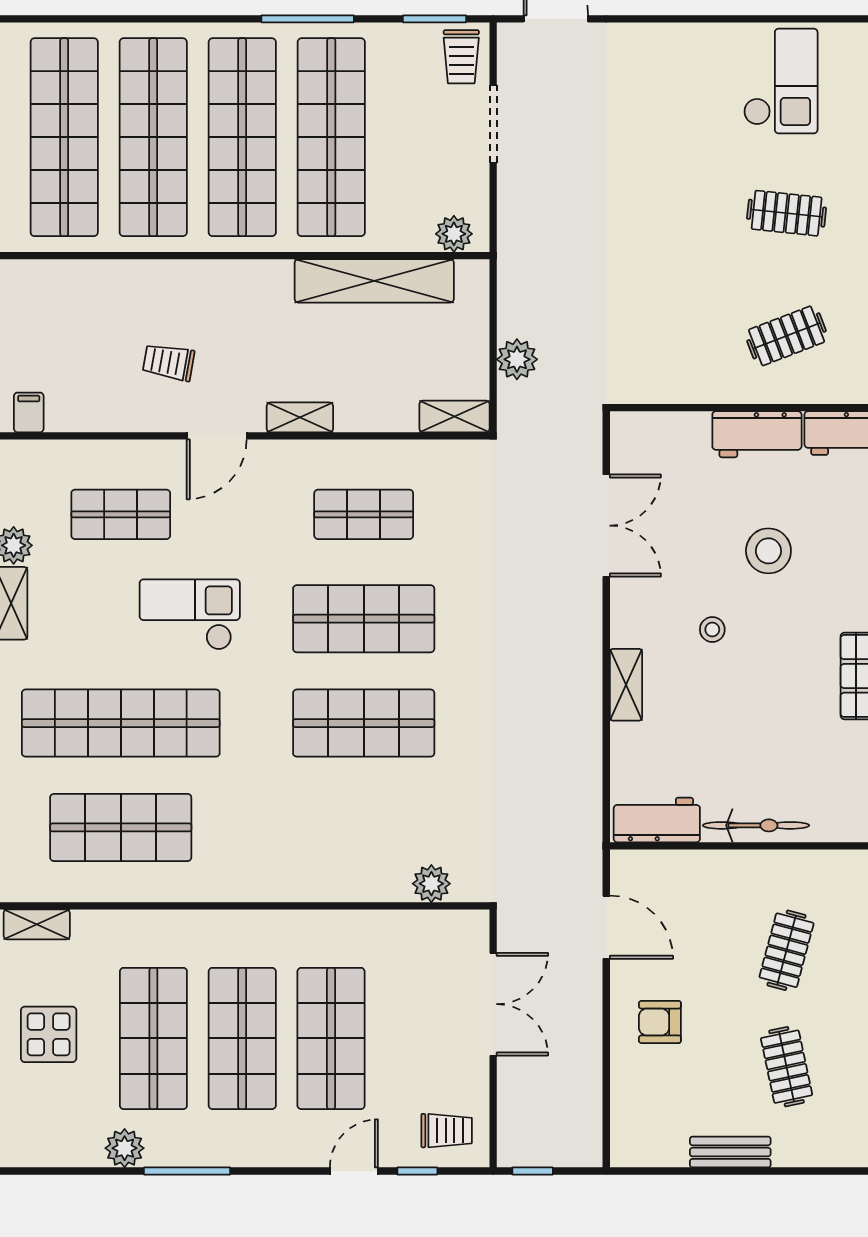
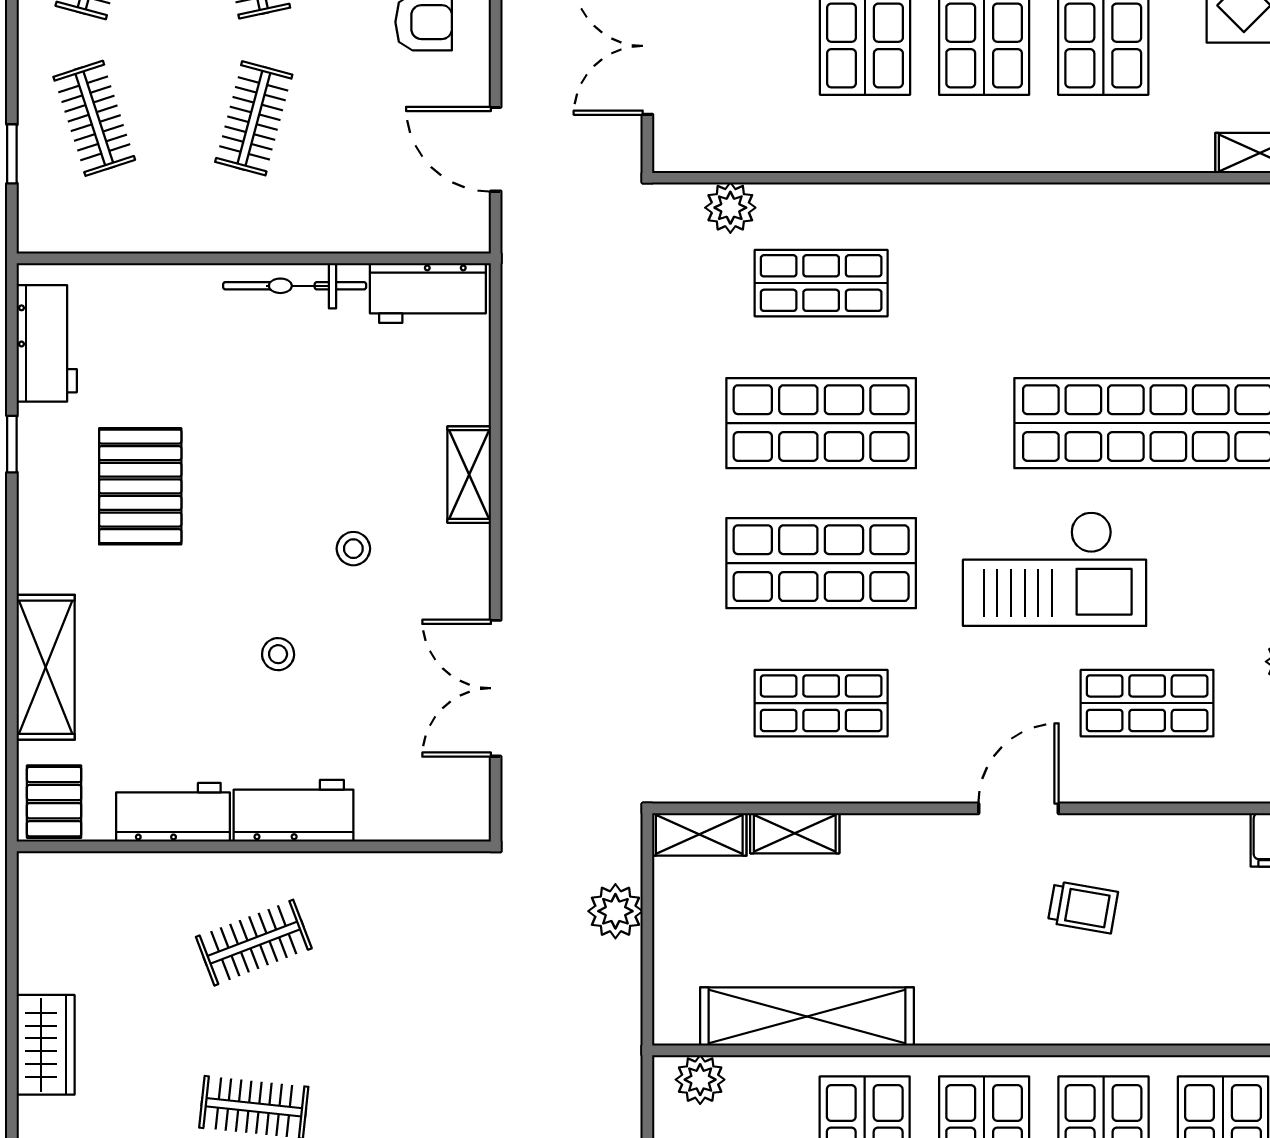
shelving: (300, 417) -> (795, 833), moved
stool: (768, 551) -> (278, 654), width x0.53, depth x0.53
checkout: (190, 614) -> (1055, 569), width x1.36, depth x1.21
shop shelf: (121, 827) -> (821, 283), moved, width x0.70, depth x0.74

